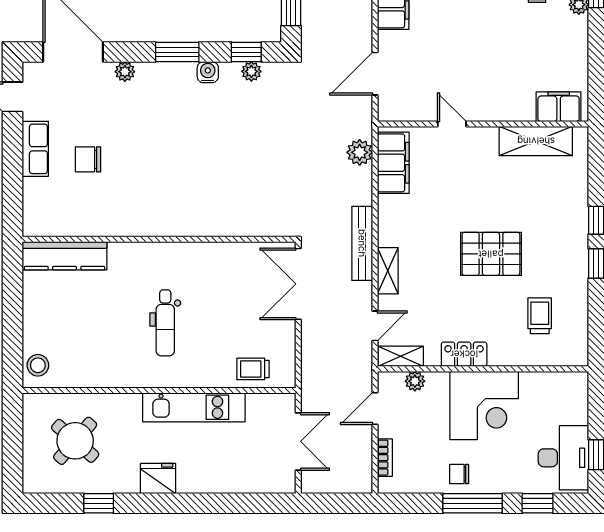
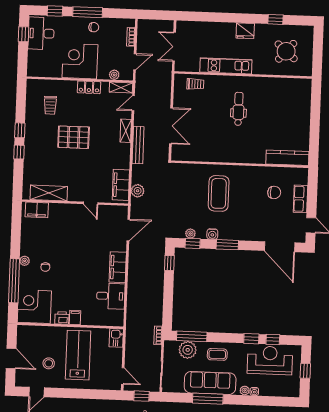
plant: (125, 72) -> (254, 236), removed
coffee table: (198, 153) -> (219, 193), added
wall: (159, 239) -> (240, 164), moved
kitchen counter: (64, 256) -> (287, 158), moved
stool: (38, 365) -> (303, 90), removed

